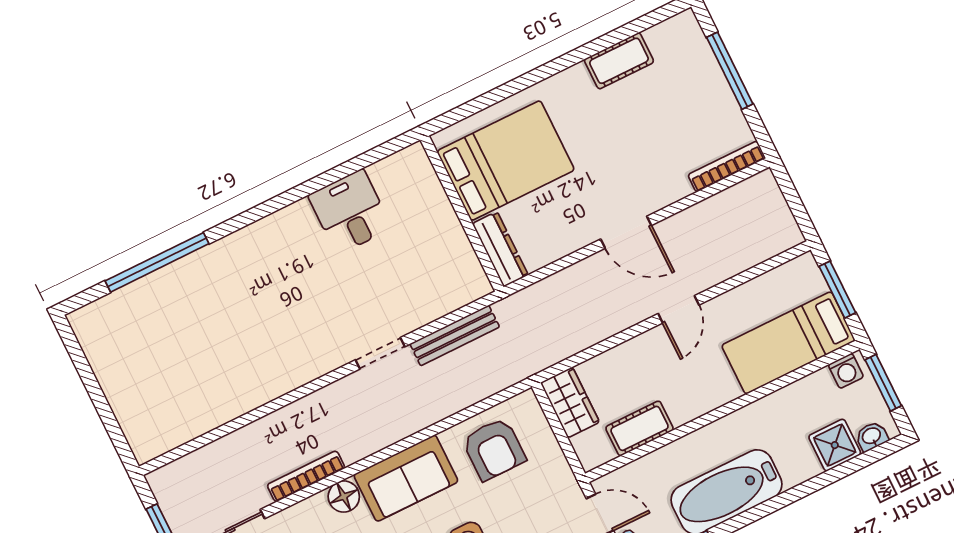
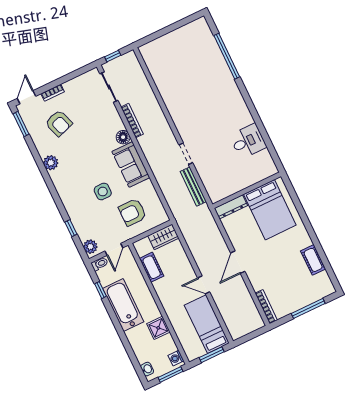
bed: (788, 343) -> (207, 324), moved
shower: (835, 445) -> (158, 328), moved
armchair: (494, 449) -> (132, 212), moved

